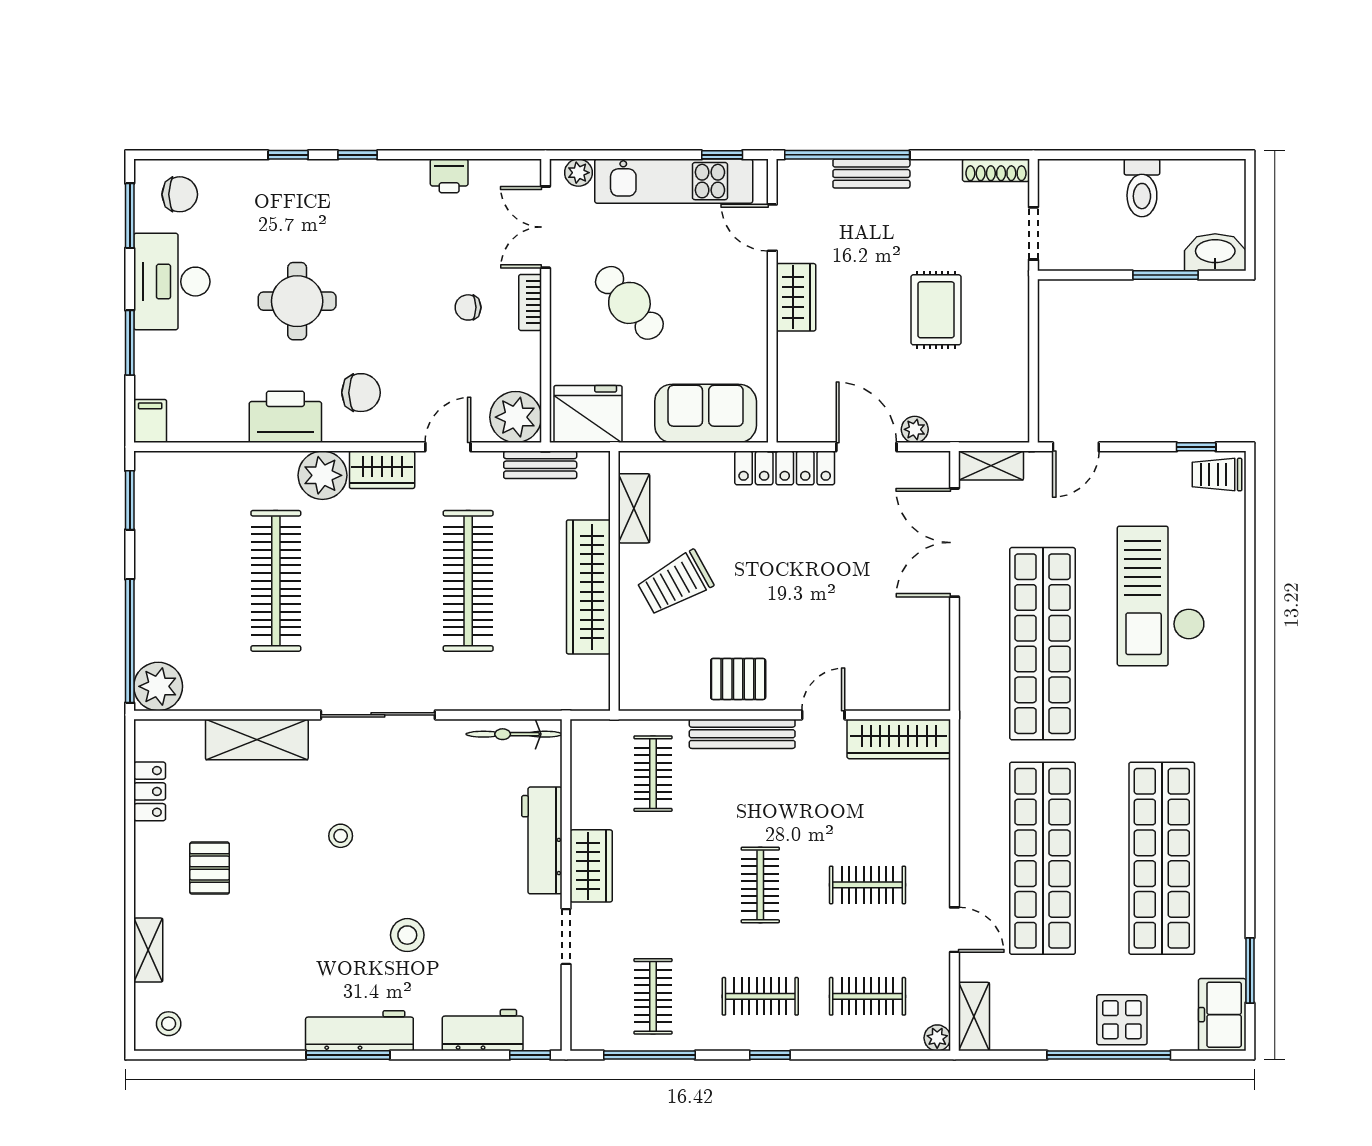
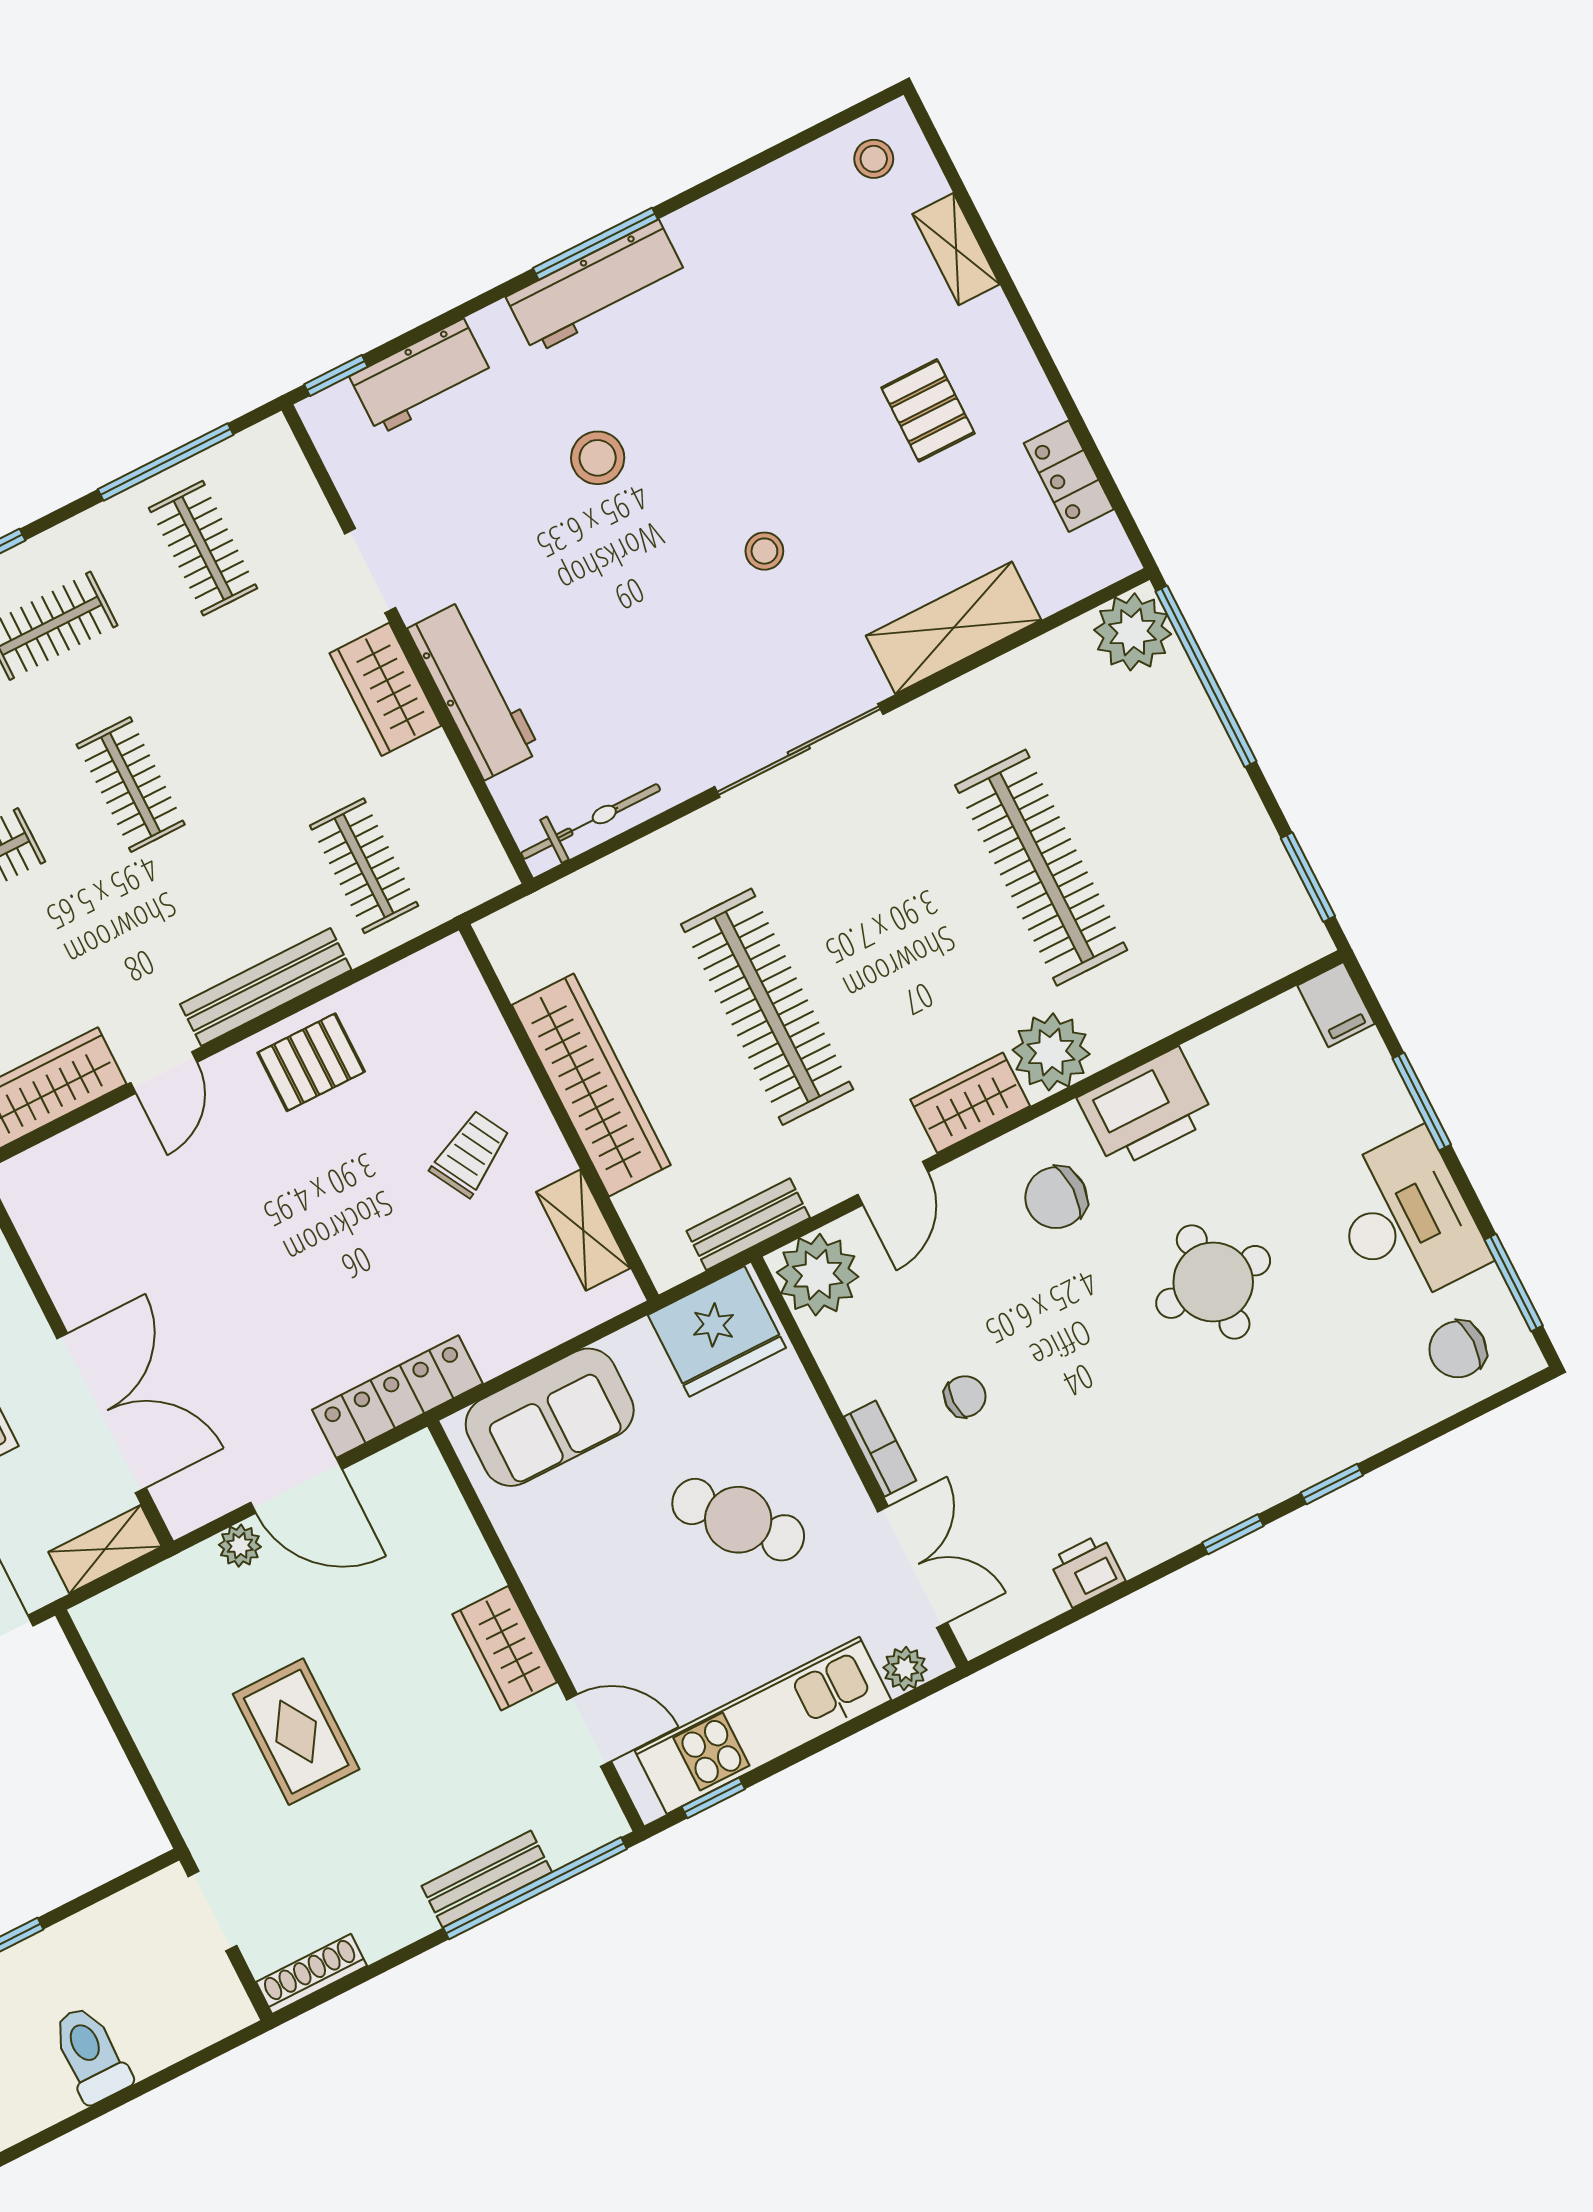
trolley: (675, 583) -> (470, 1154), width x0.73, depth x0.72

